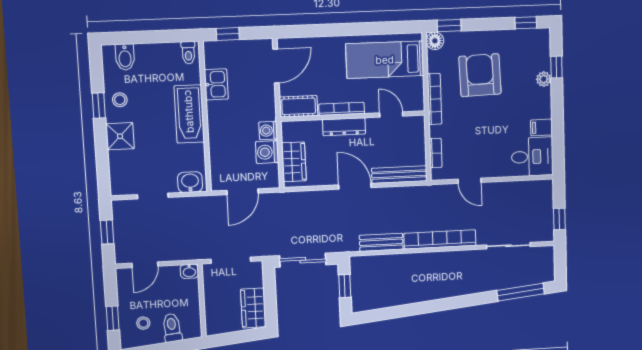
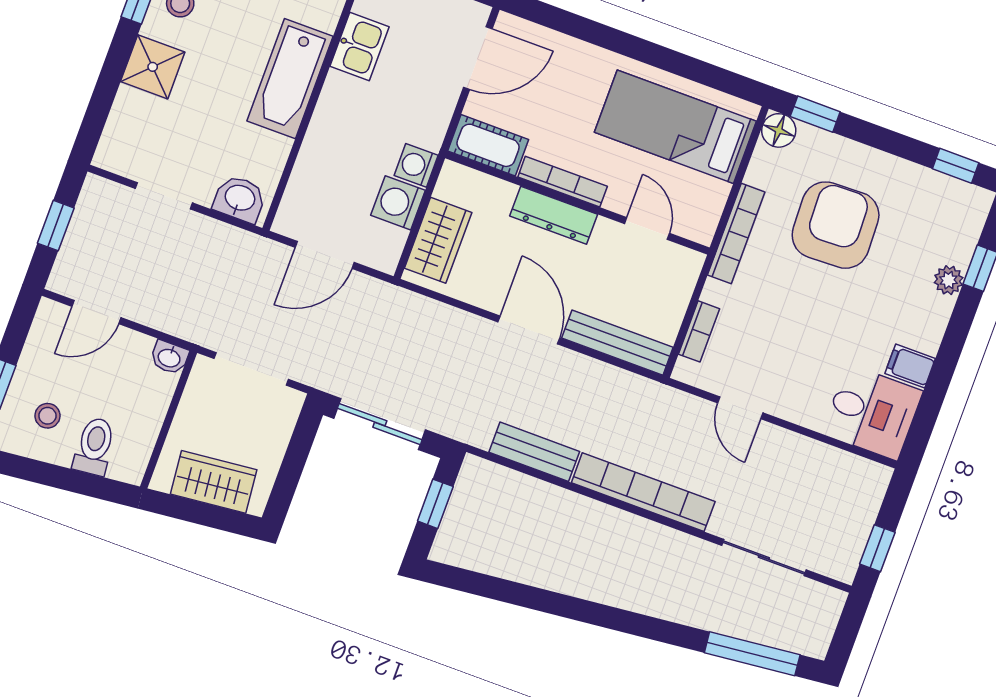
wardrobe: (253, 308) -> (214, 482), moved, turned 84

